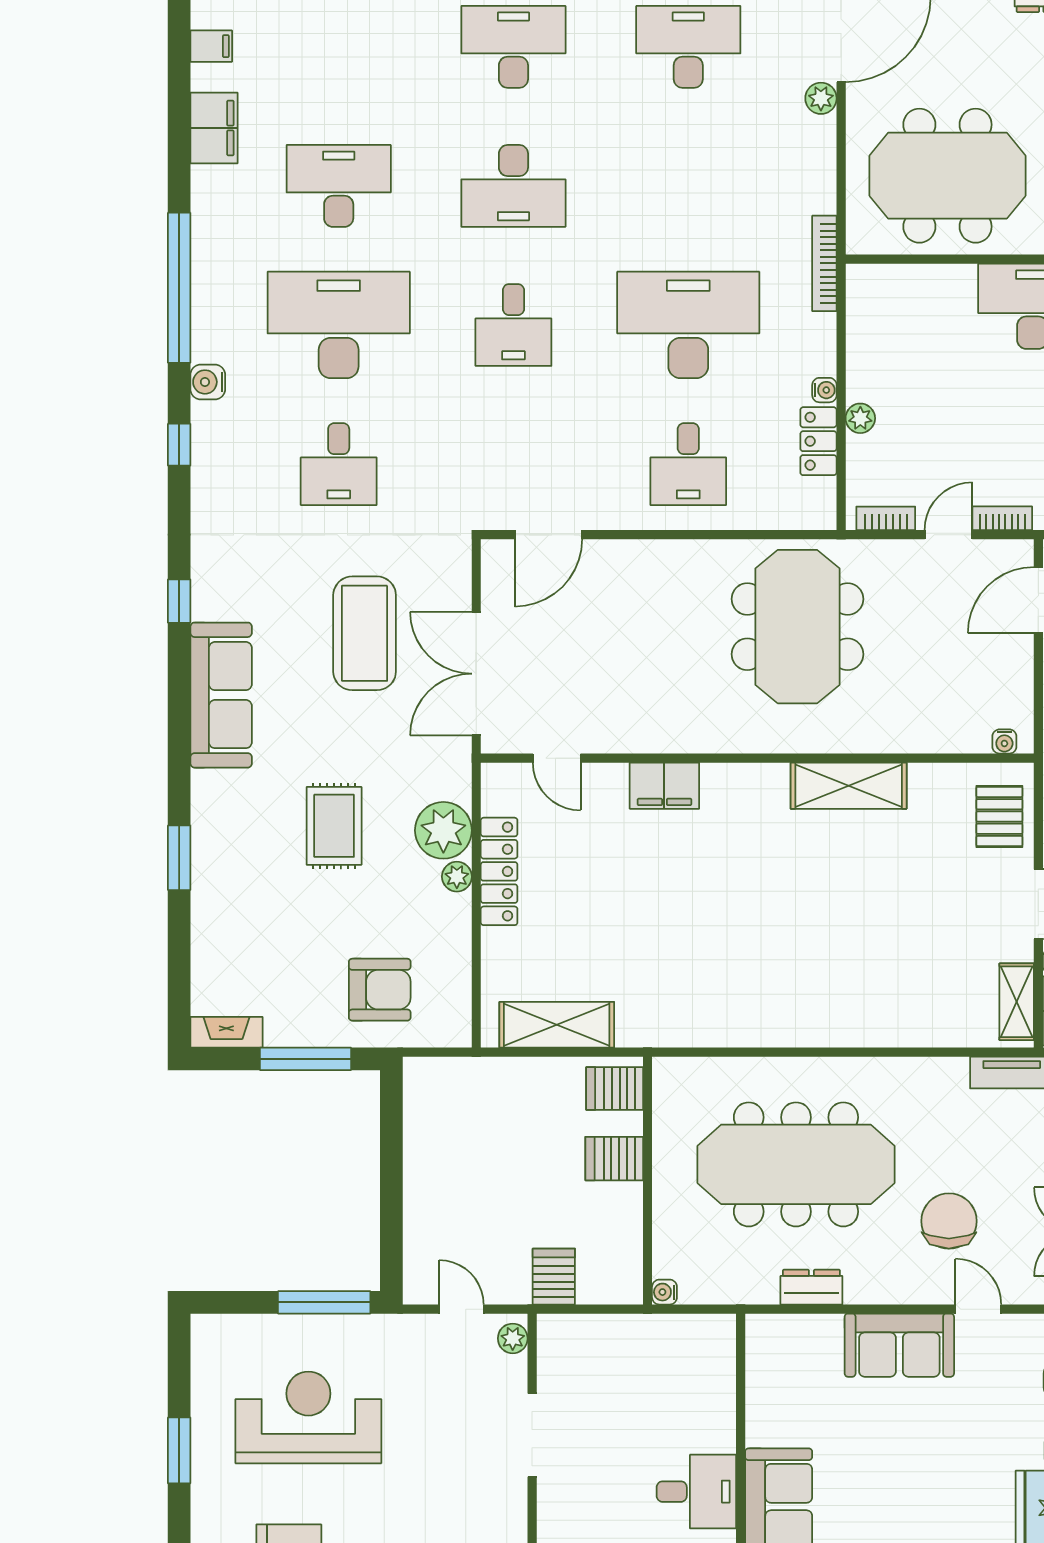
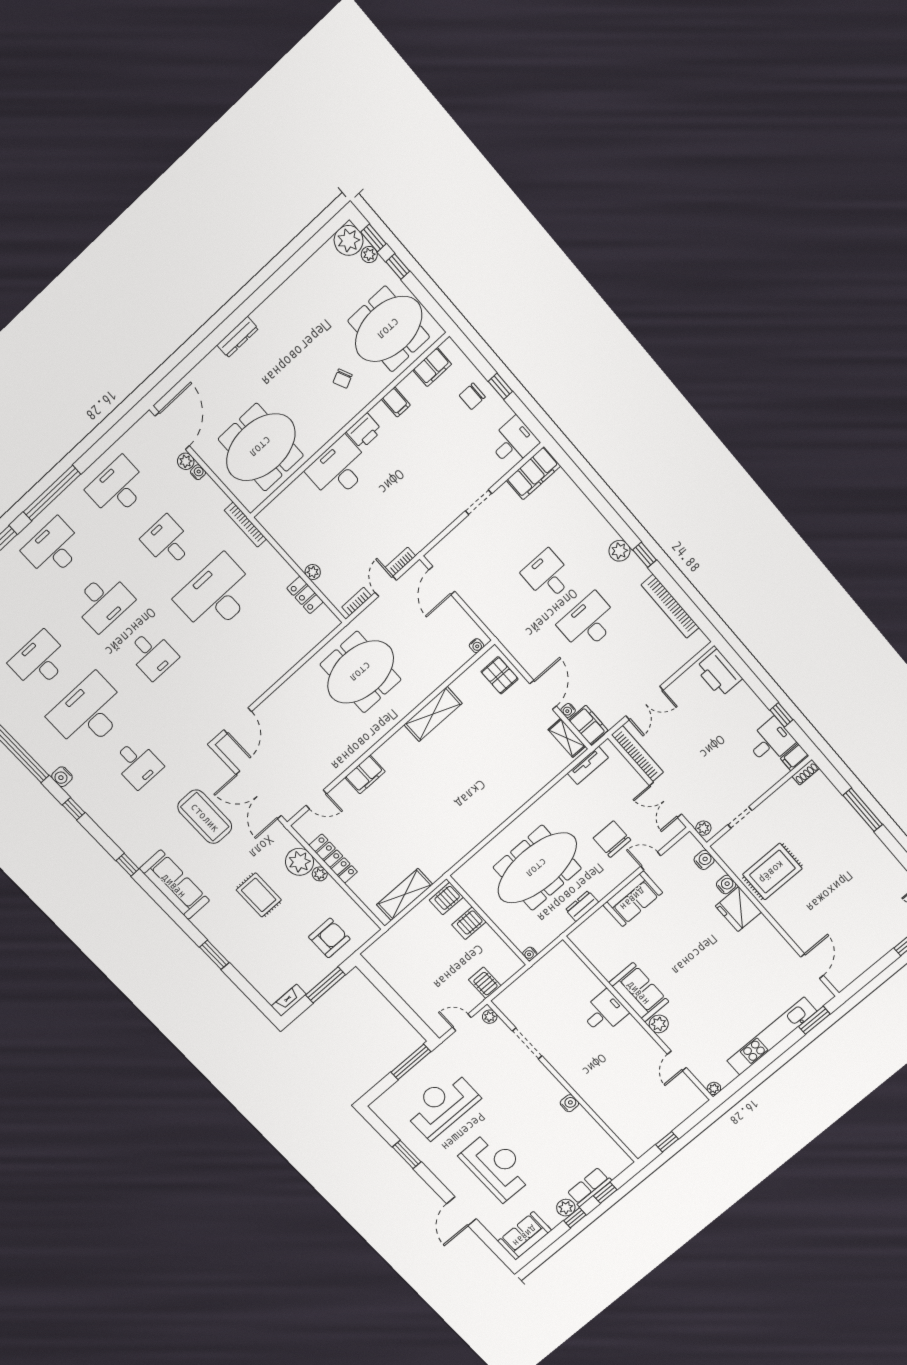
water cooler: (824, 390) -> (198, 472), moved
desk: (688, 464) -> (167, 542), moved, turned 180
meeting table: (797, 627) -> (361, 672), turned 90

